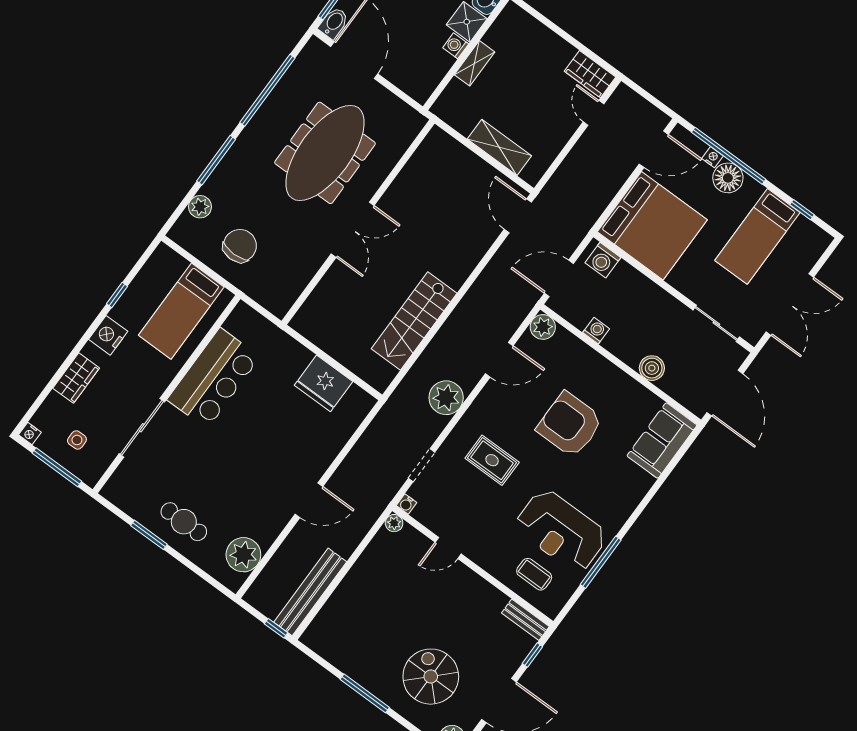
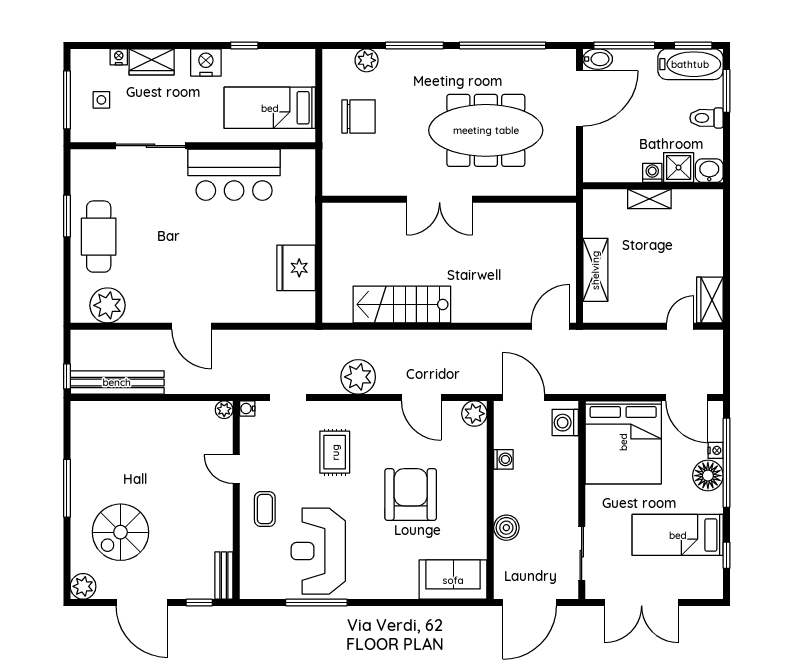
nightstand: (30, 433) -> (119, 57), moved, turned 90
cafe table: (184, 522) -> (99, 237), width x1.37, depth x1.35
coffee table: (534, 574) -> (265, 509), moved
spiral stairs: (431, 677) -> (120, 532), turned 180

